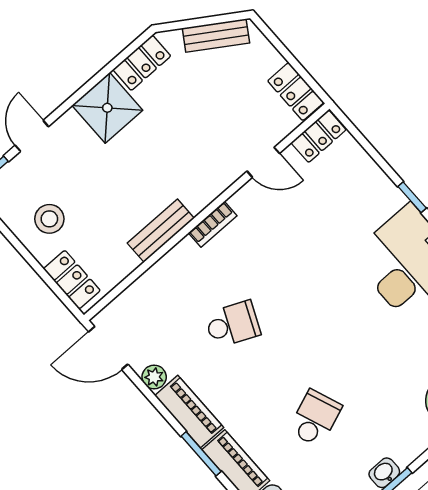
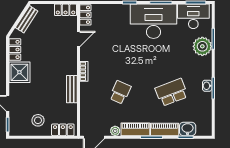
school desk: (315, 418) -> (172, 92), width x1.85

